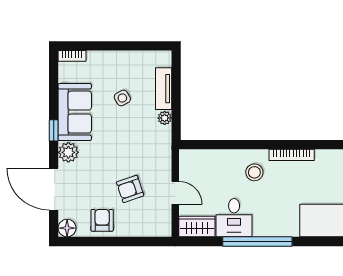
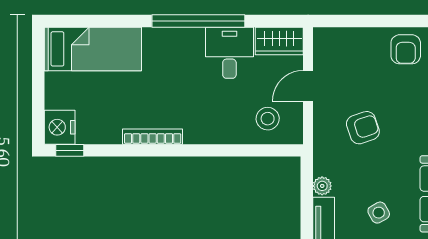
stool: (254, 172) -> (268, 119), moved
armchair: (130, 189) -> (363, 128), moved
door: (175, 193) -> (308, 86), hinge flipped

